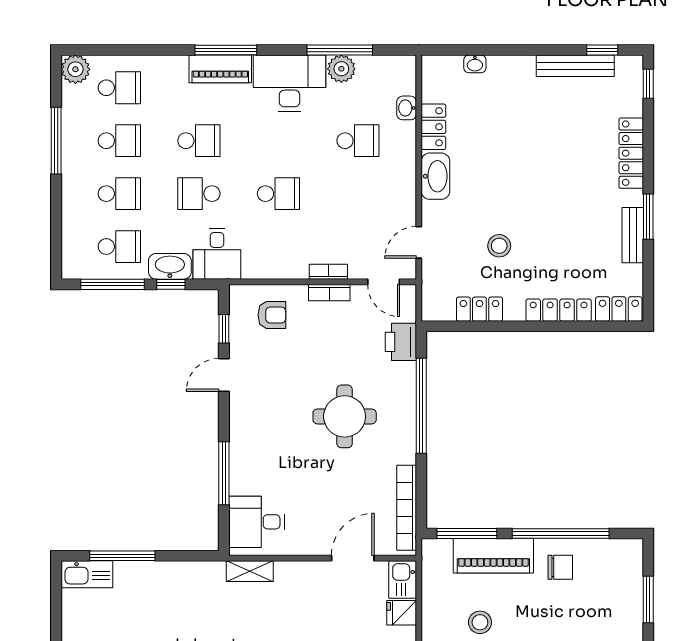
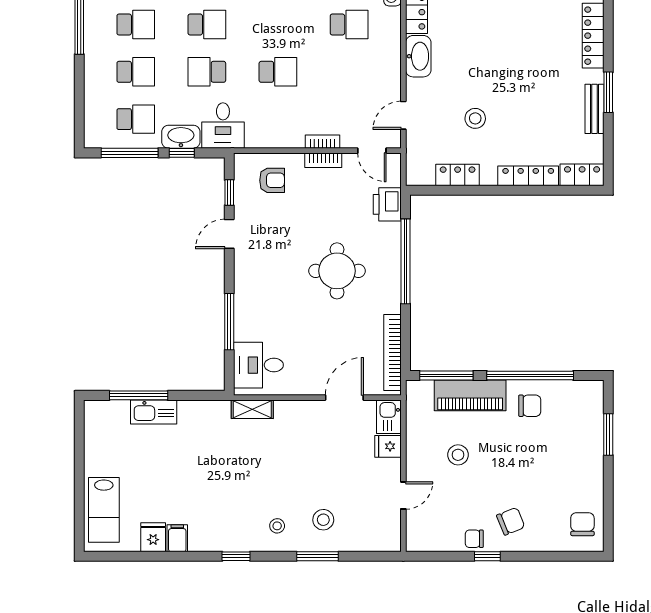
kitchen sink: (87, 574) -> (154, 412), moved

